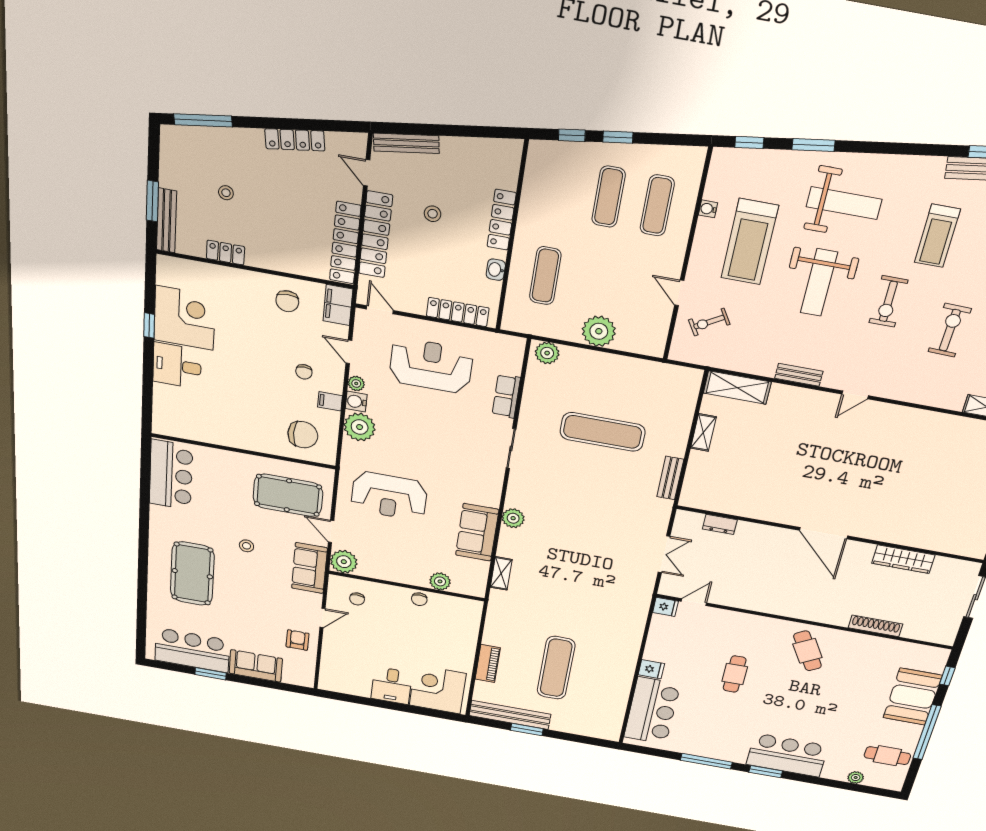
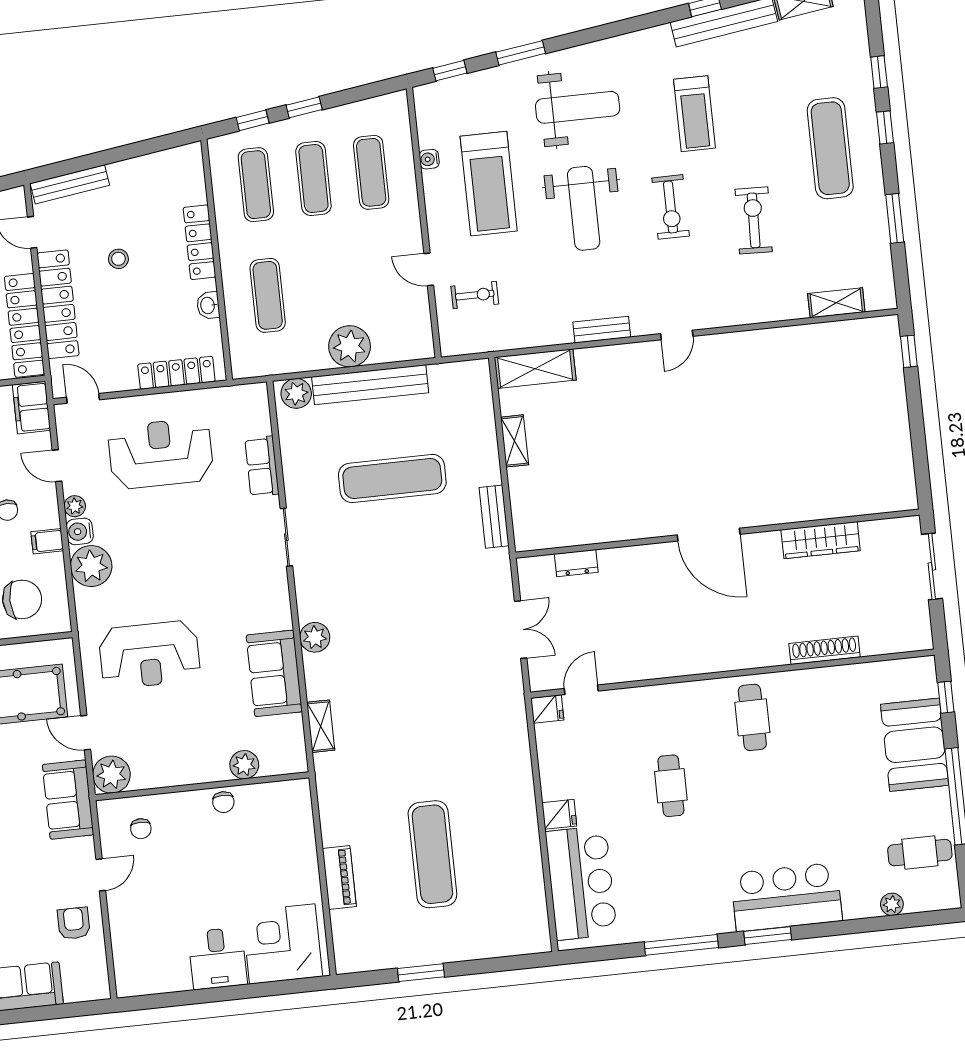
exercise mat: (560, 188) -> (256, 185), added
exercise bike: (709, 322) -> (475, 295), turned -149
cafe table: (807, 651) -> (752, 717), turned 30
bench: (510, 715) -> (370, 385), moved

